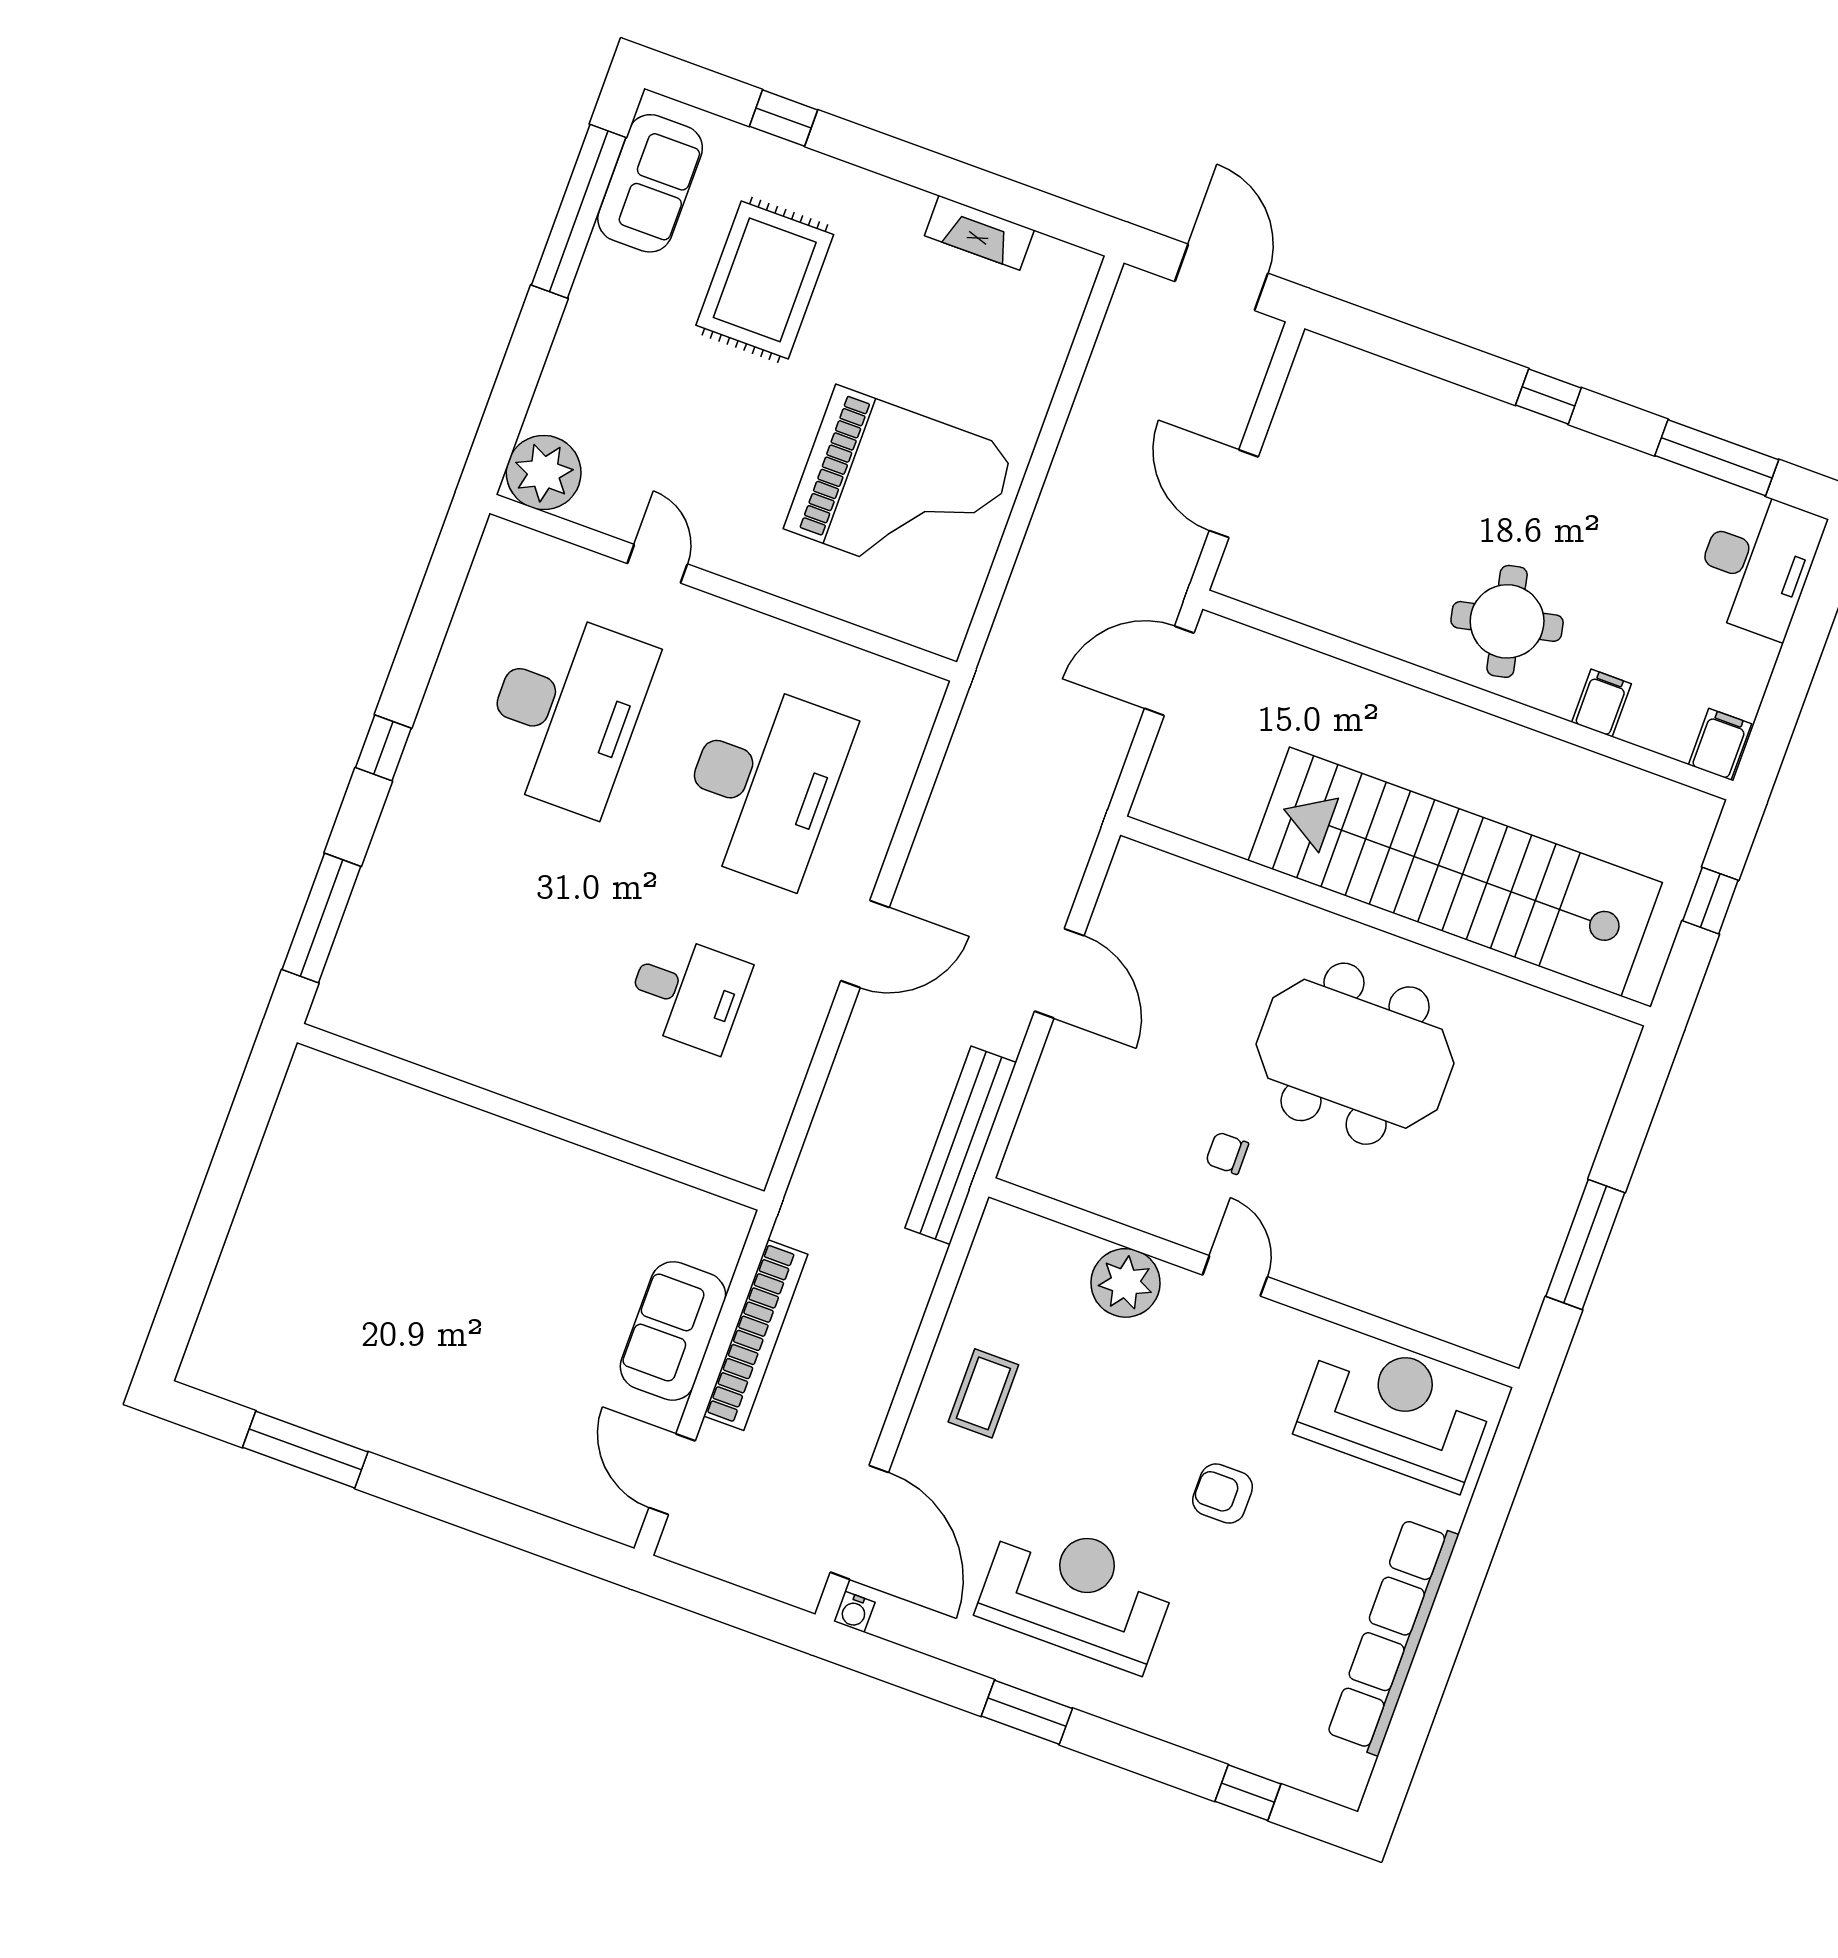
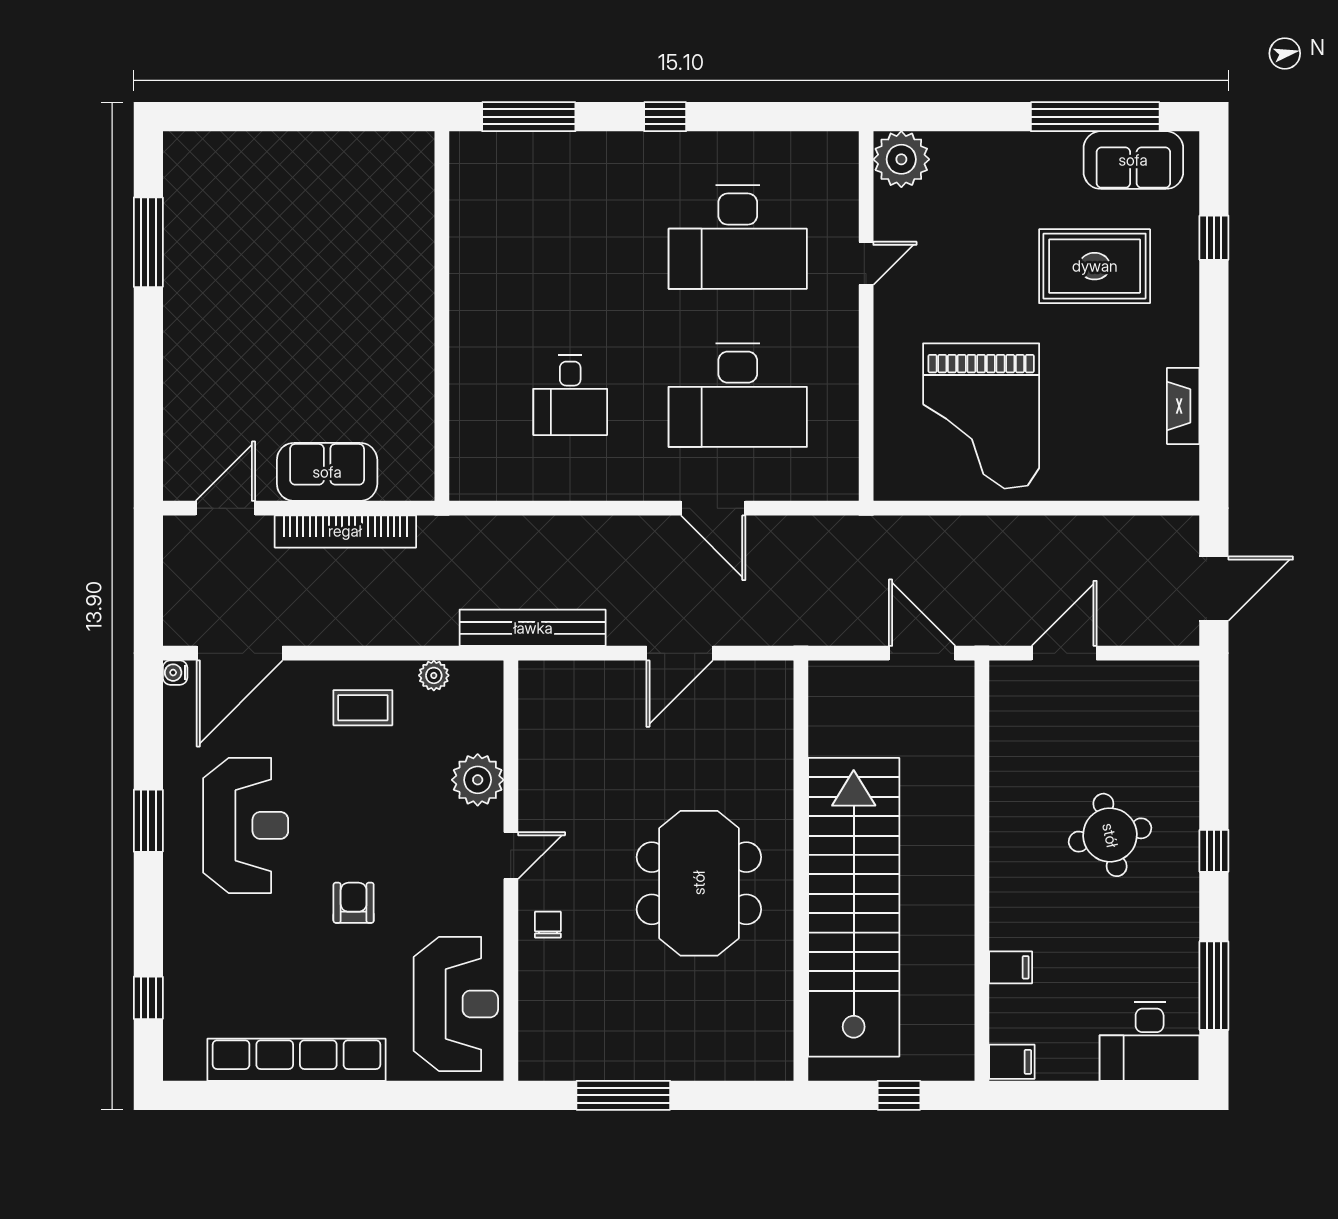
round table: (1507, 621) -> (1110, 835), moved
door: (865, 944) -> (713, 508), moved
chair: (1227, 1153) -> (548, 925), moved
plant: (975, 1290) -> (434, 675), added

